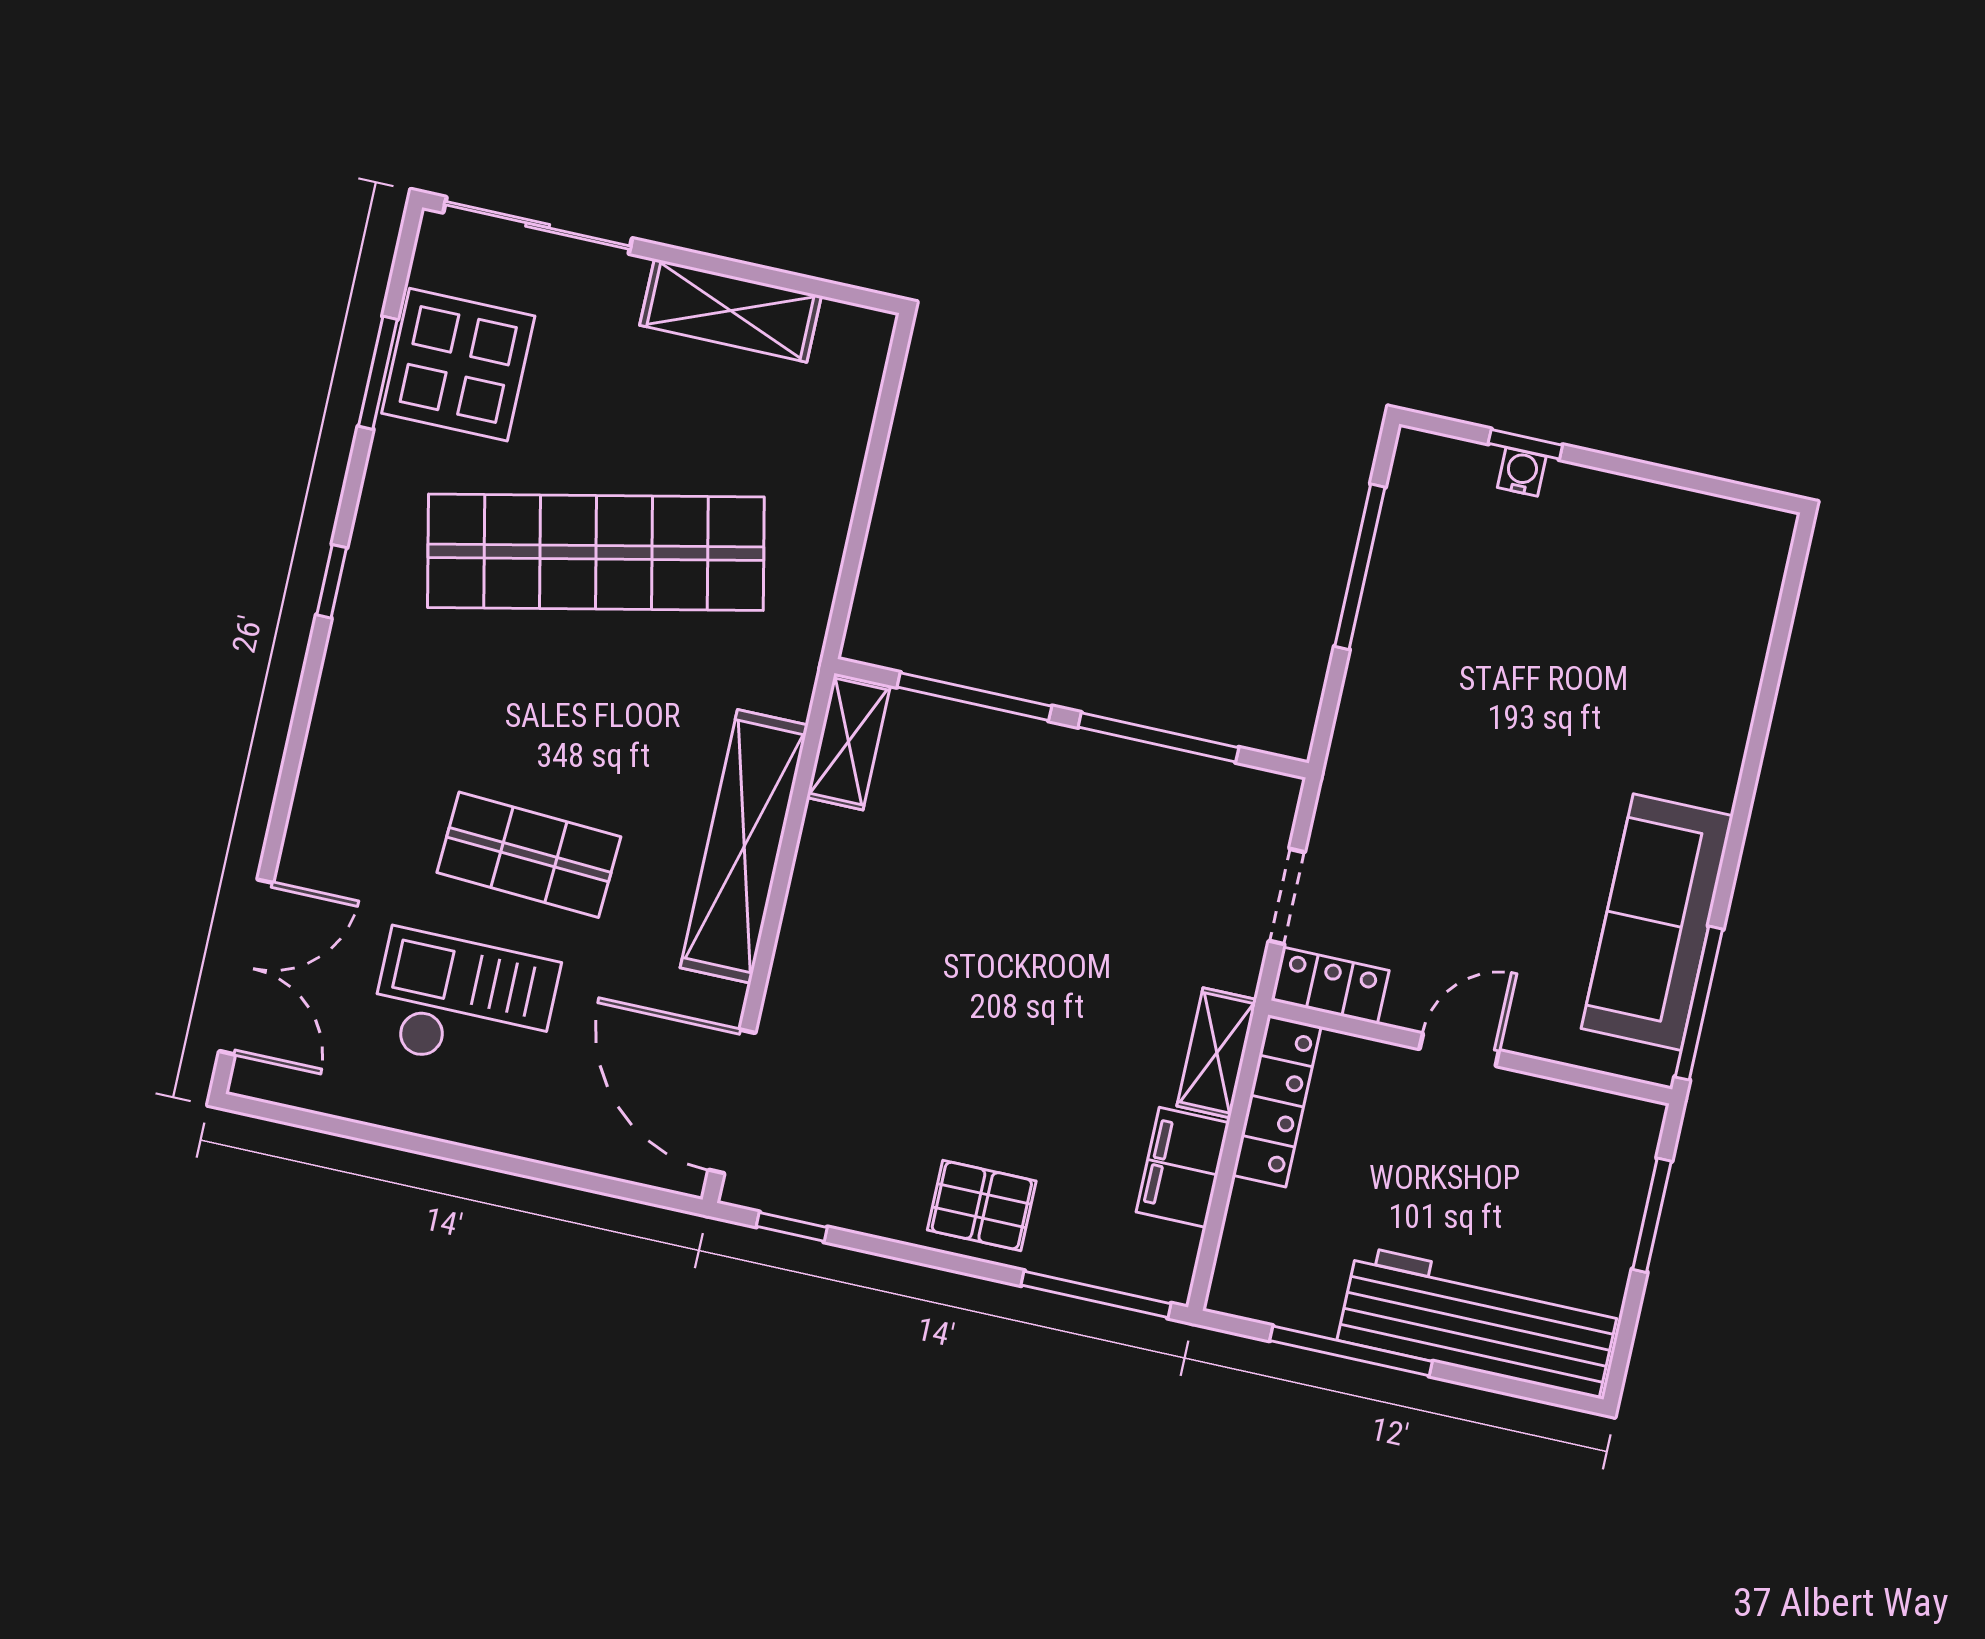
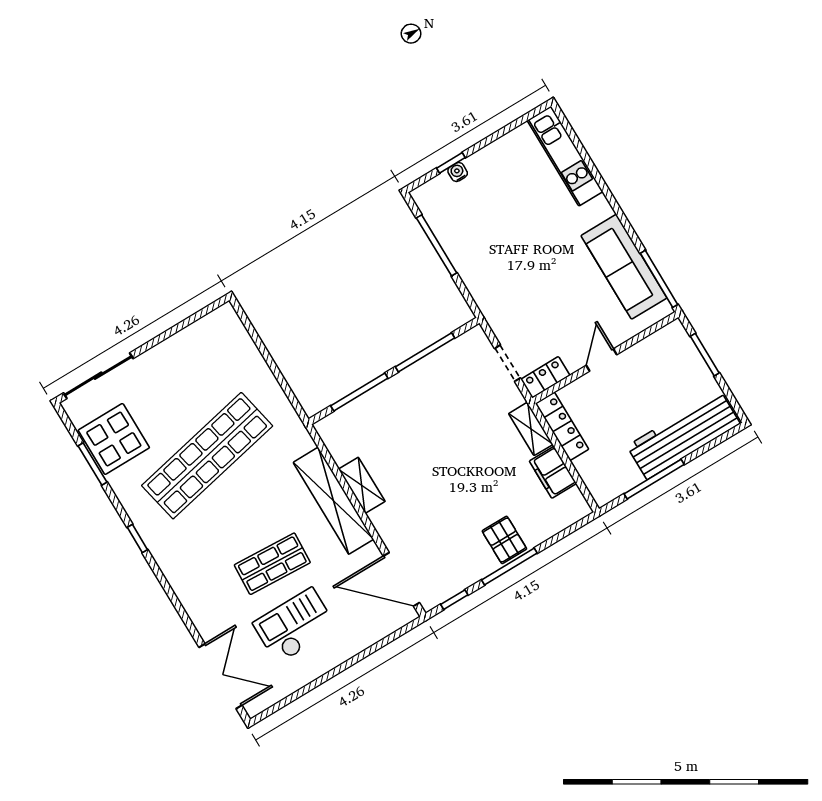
shelving: (731, 311) -> (179, 347), removed
kitchen unit: (1740, 625) -> (565, 156), added
shelving: (849, 742) -> (362, 485), moved
pallet: (982, 1206) -> (504, 540), turned 90
window: (1096, 1294) -> (509, 566), moved

